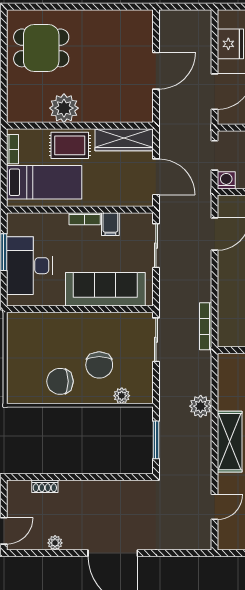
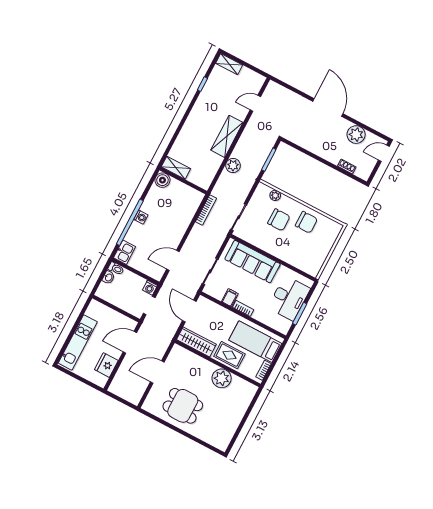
dining table: (41, 48) -> (183, 406), moved
chair: (99, 365) -> (279, 220), turned 90
plant: (55, 543) -> (356, 135), width x1.88, depth x1.88

